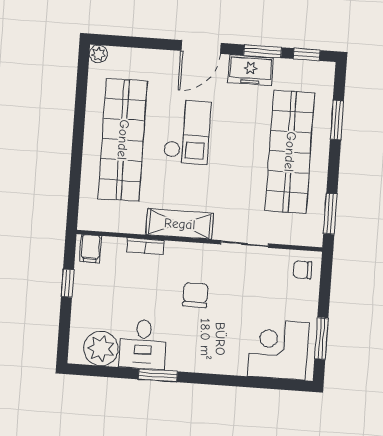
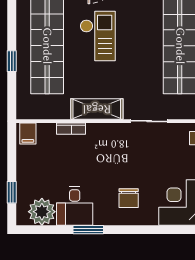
window: (77, 156) -> (12, 61), added
window: (67, 283) -> (12, 192), moved
chair: (195, 295) -> (129, 198), moved, turned 180

